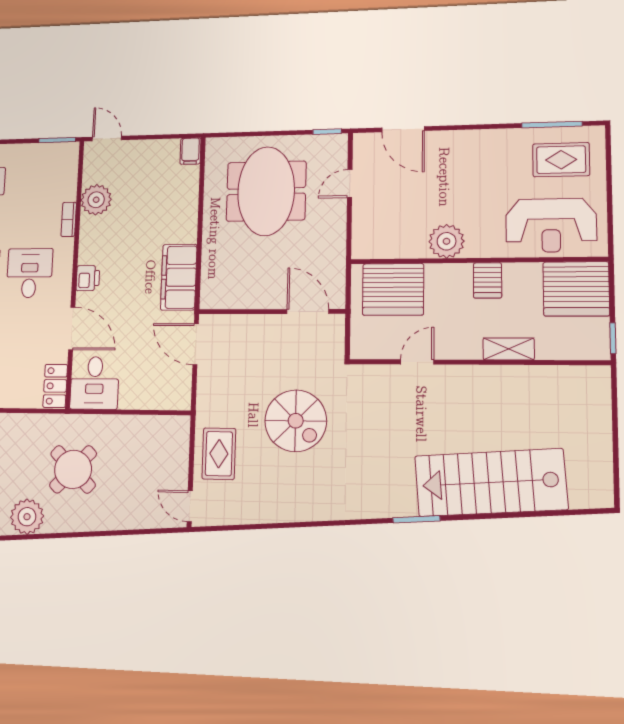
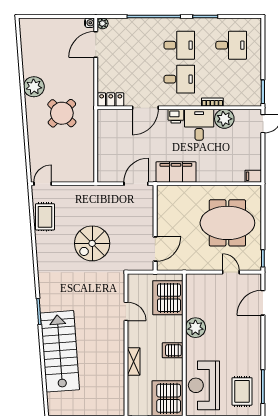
desk: (94, 383) -> (199, 125), moved, turned 90
rug: (219, 454) -> (45, 217), moved, turned 90

